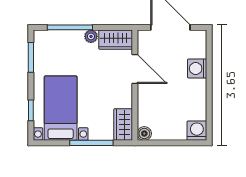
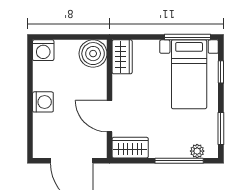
plant: (91, 36) -> (197, 151), moved
washing machine: (197, 68) -> (43, 102), moved
boiler: (144, 134) -> (93, 54), width x1.86, depth x1.86
window: (91, 143) -> (188, 37), moved

